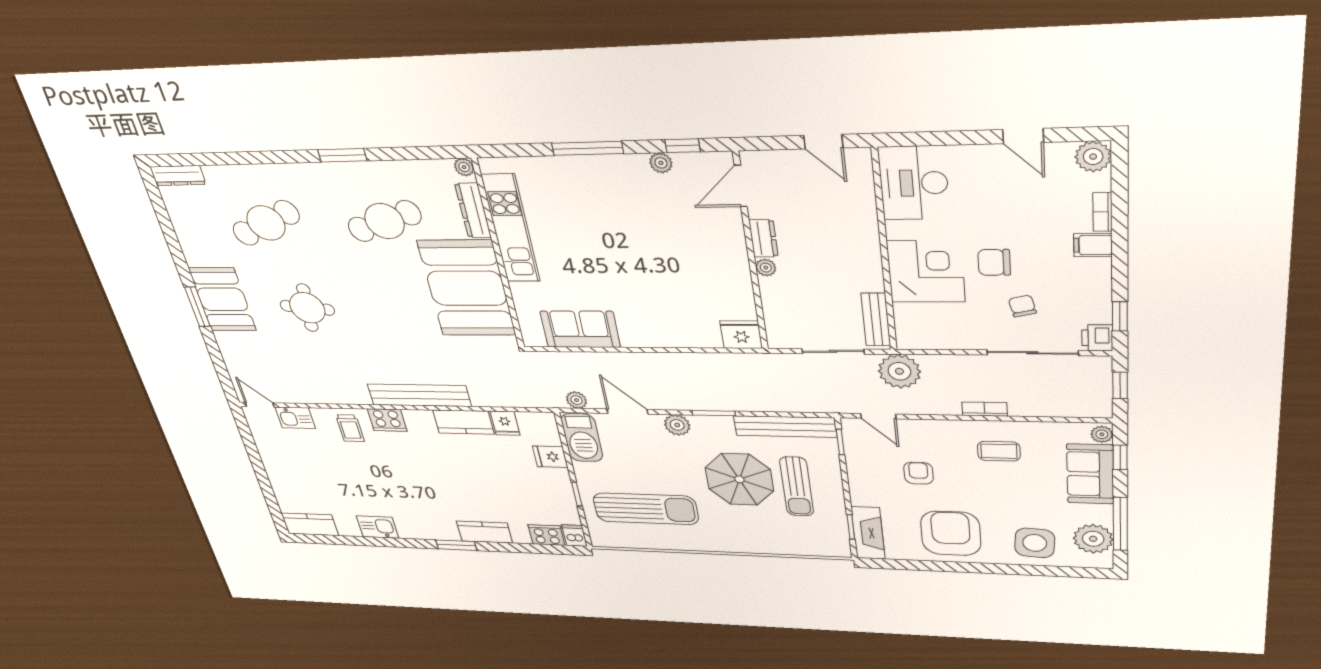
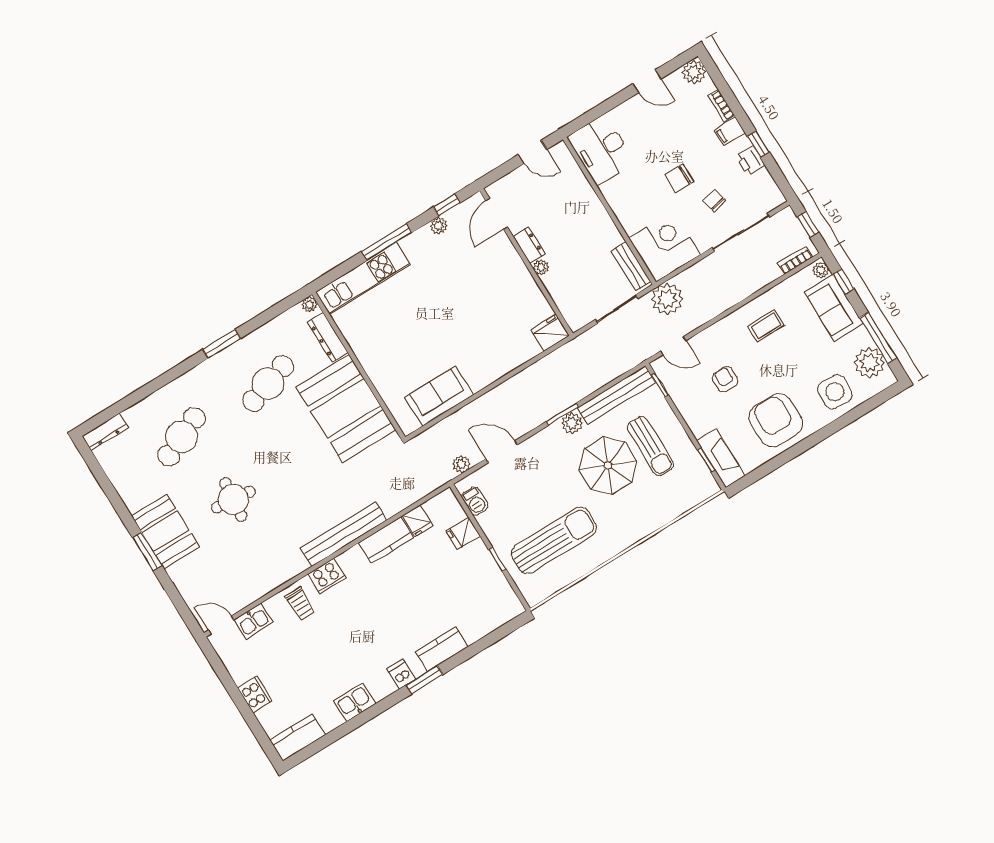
kitchen unit: (511, 229) -> (363, 278), moved, turned 90
corner desk: (926, 271) -> (665, 246), moved
window: (1120, 316) -> (758, 144), moved
printer: (1097, 338) -> (750, 161), moved
bookcase: (985, 409) -> (795, 260), moved
plant: (677, 425) -> (572, 423), moved
barbecue: (582, 438) -> (475, 501), width x0.53, depth x0.65
cooker: (546, 535) -> (255, 694), moved, turned 90
dishwasher: (574, 536) -> (401, 674), moved

